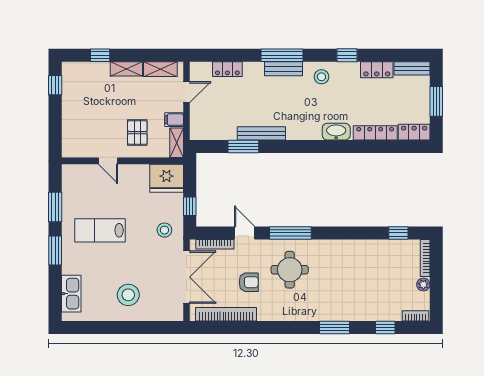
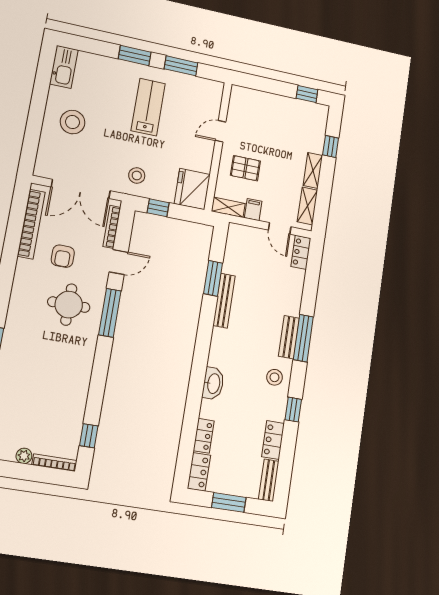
locker: (227, 69) -> (301, 252), moved
locker: (375, 133) -> (204, 436), width x0.66
kitchen sink: (71, 294) -> (64, 67), moved, turned -90

